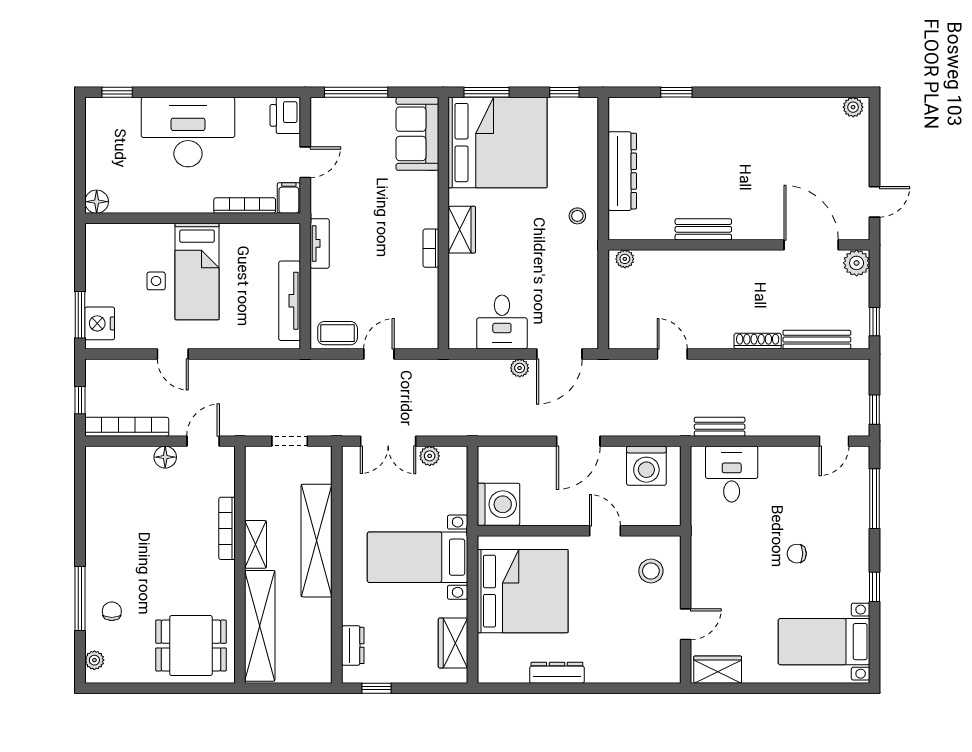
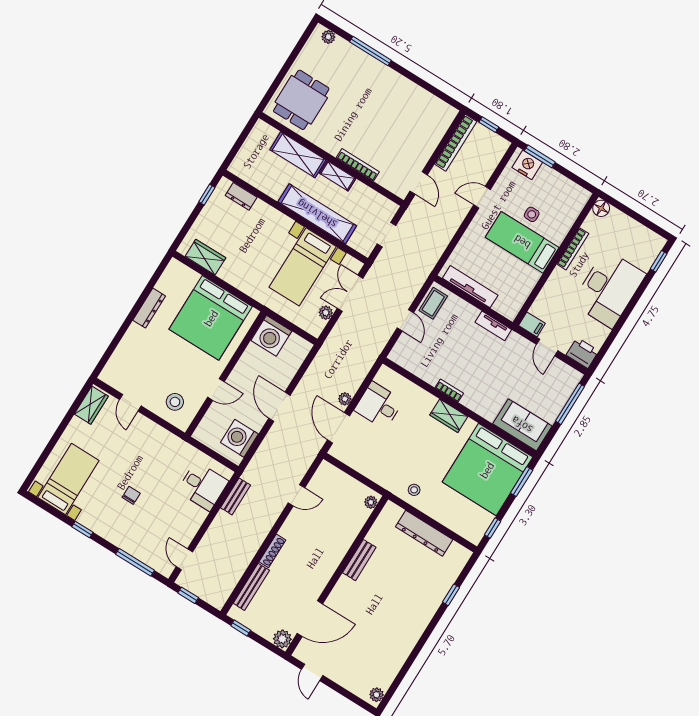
bookcase: (245, 206) -> (573, 249), moved
floor lamp: (165, 457) -> (423, 154), removed
bed with nightstands: (418, 557) -> (303, 267), moved, turned 180
chair: (112, 611) -> (351, 65), removed
shelving: (260, 626) -> (298, 155), width x0.68

